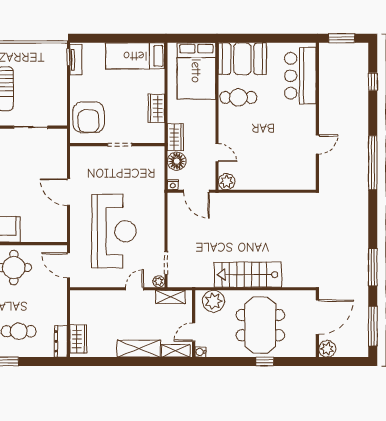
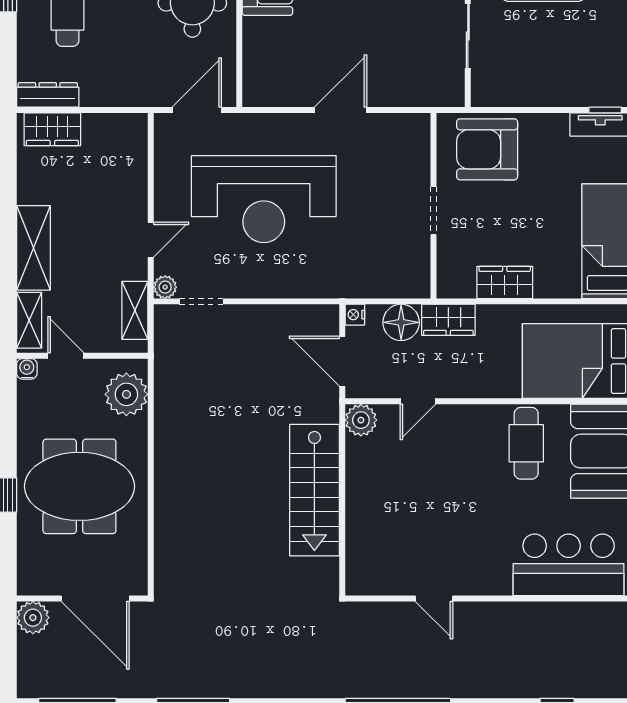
door: (196, 191) -> (342, 361), hinge flipped
stairs: (248, 275) -> (314, 490), moved, turned 180
door: (135, 289) -> (151, 240), hinge flipped

